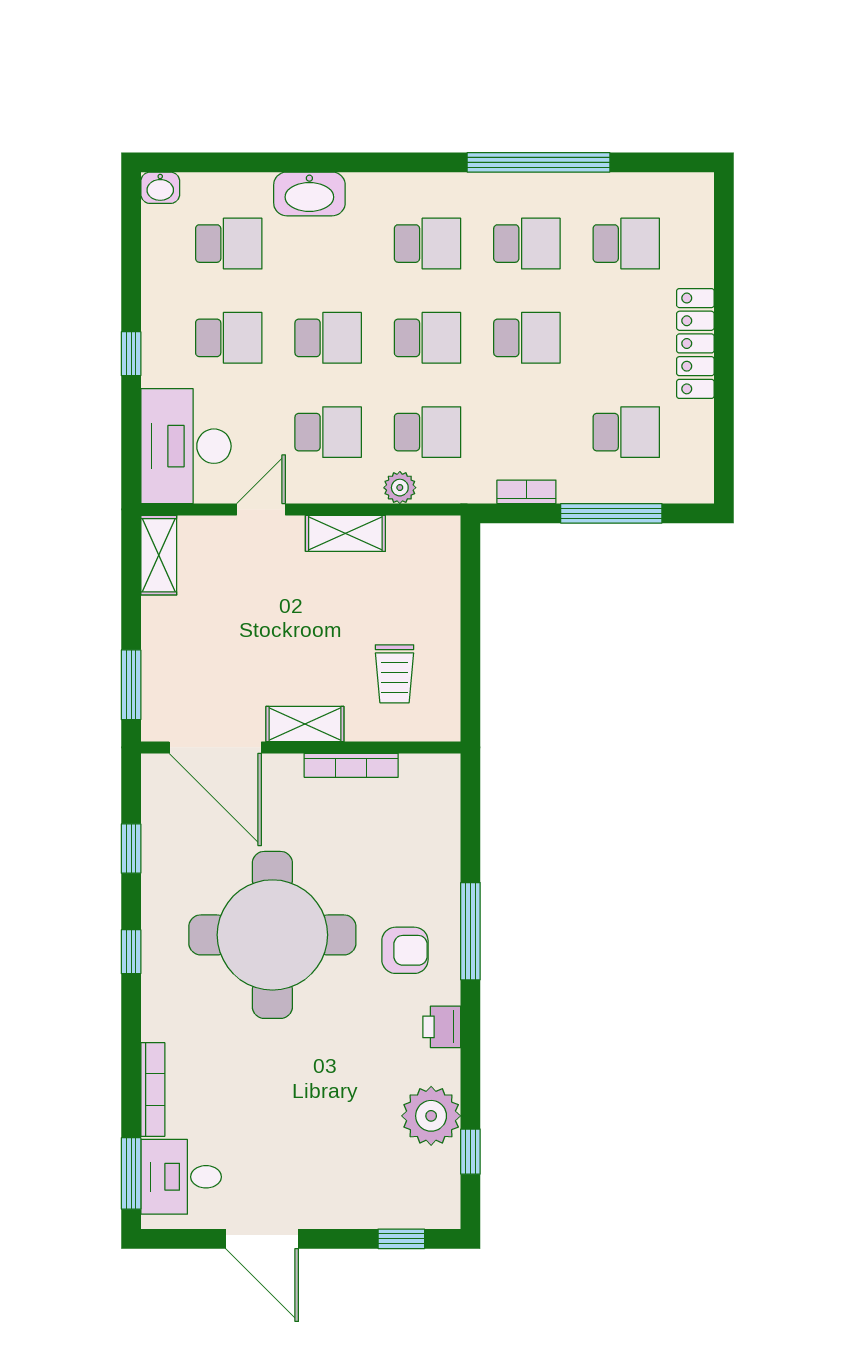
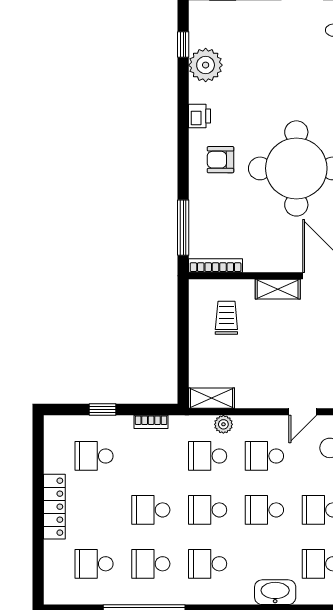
window: (611, 513) -> (103, 410), width x0.46
shelving: (345, 533) -> (212, 398), moved
bookcase: (351, 765) -> (216, 265), moved
window: (470, 931) -> (183, 228), moved

